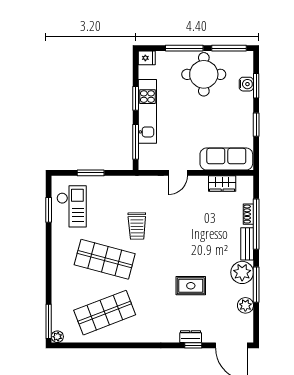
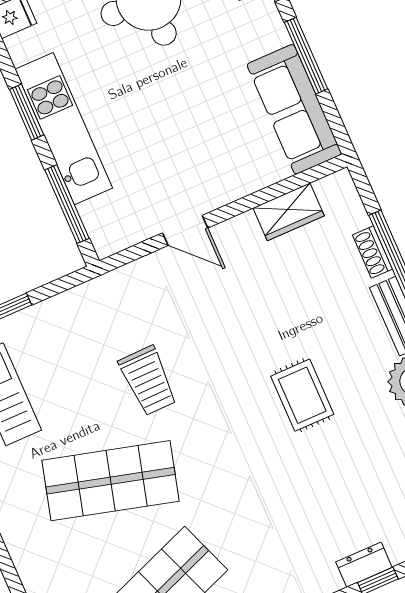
window: (256, 125) -> (306, 56), width x1.44
sofa: (226, 159) -> (294, 109), moved, turned -90
door: (178, 173) -> (185, 230), hinge flipped
rug: (191, 286) -> (302, 395), moved, turned 90

